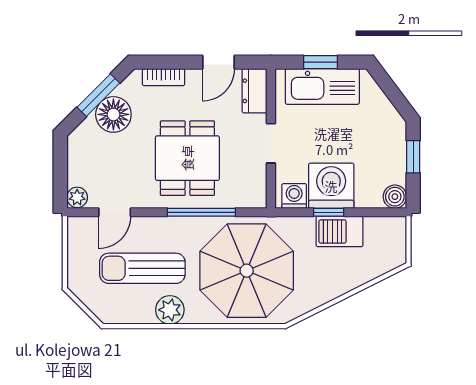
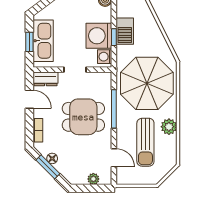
floor lamp: (113, 114) -> (52, 158), width x0.53, depth x0.53
plant: (77, 197) -> (93, 179), moved

